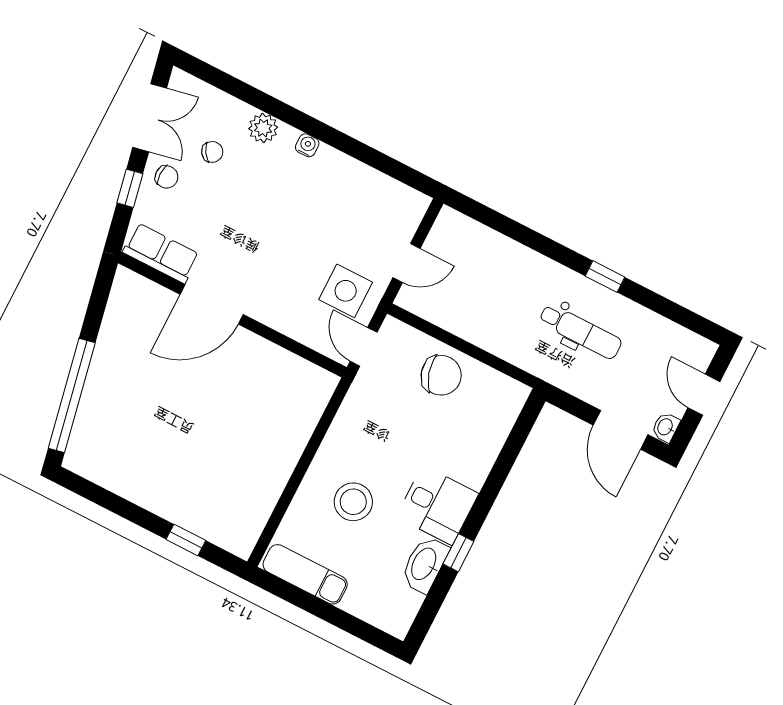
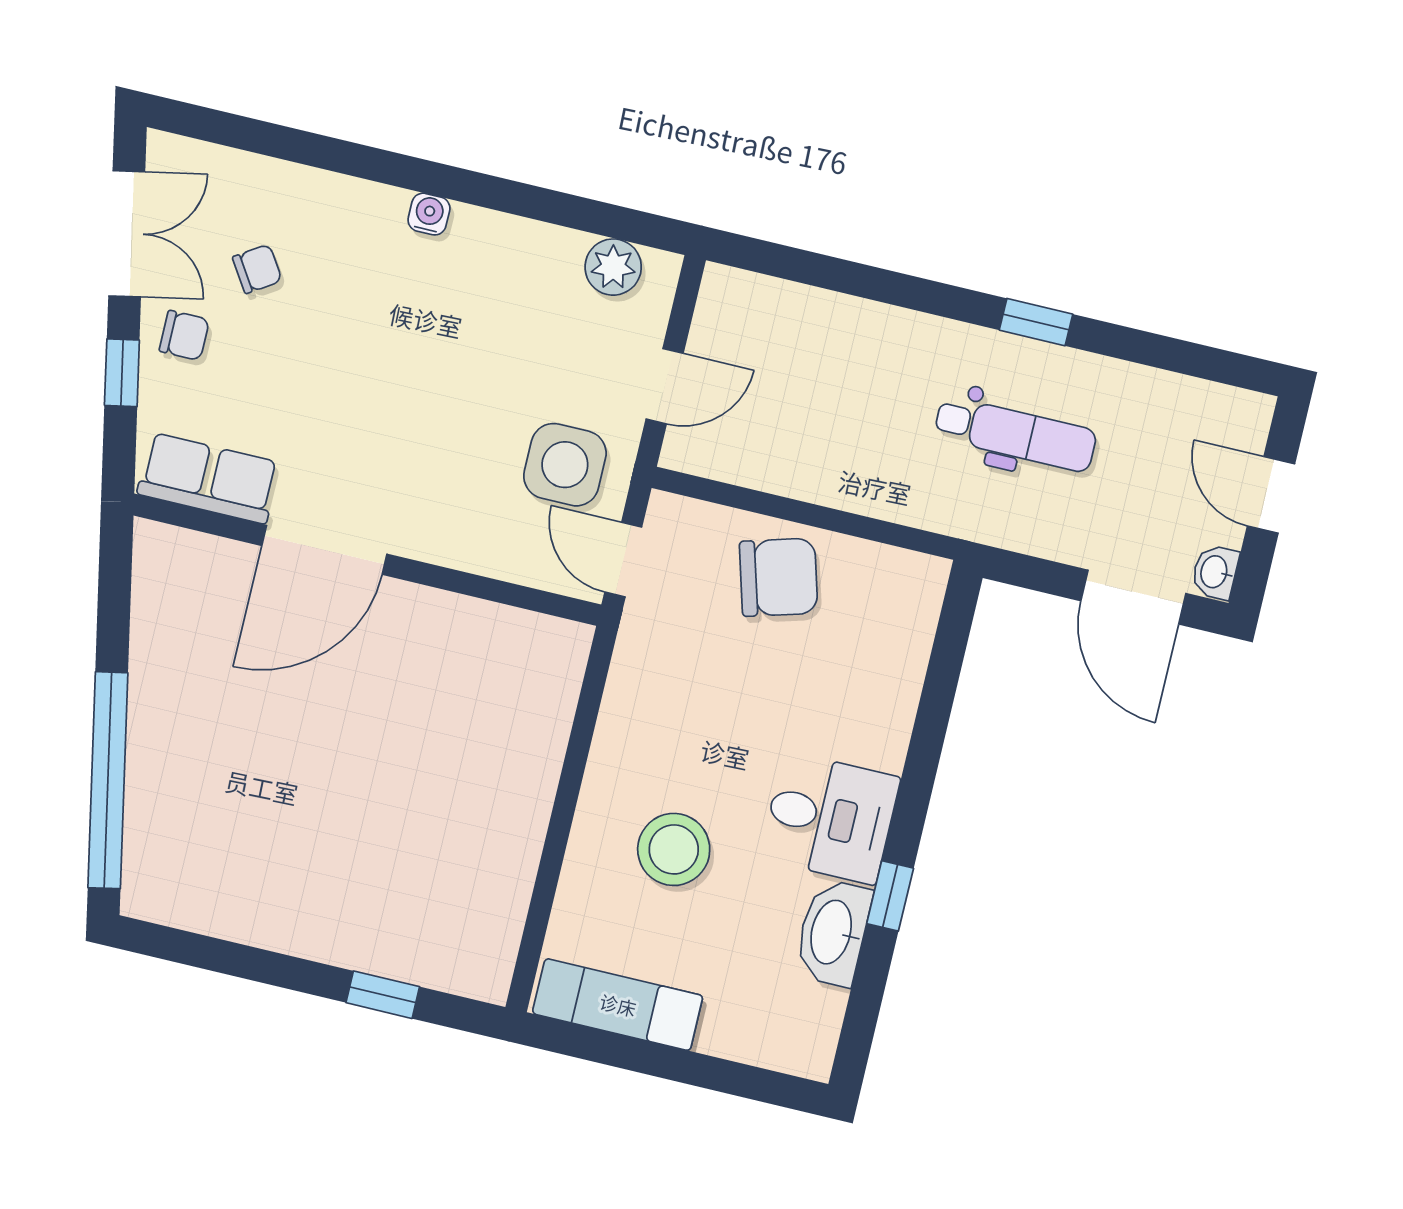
plant: (263, 128) -> (613, 267), moved

